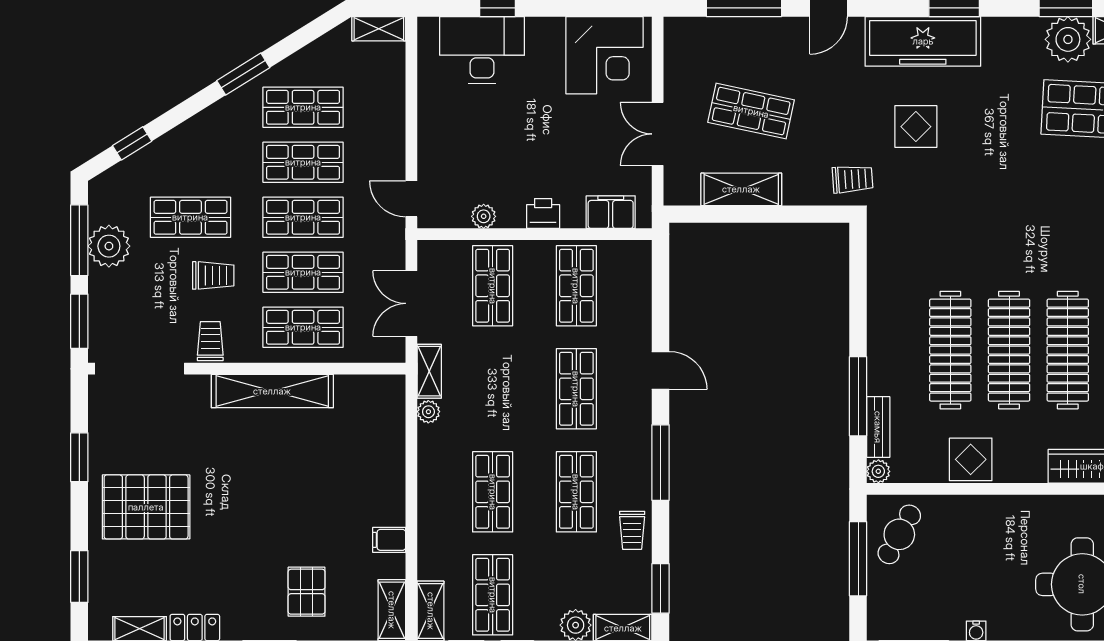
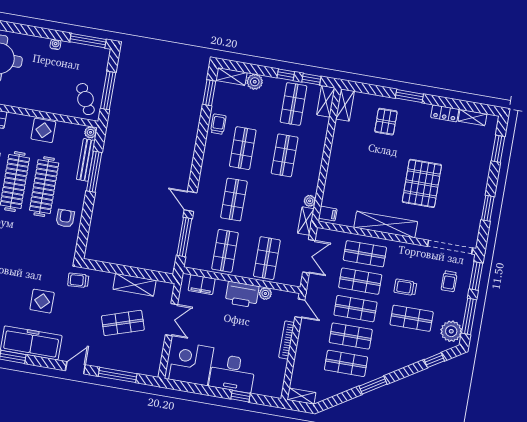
desk: (482, 50) -> (232, 373), moved
shop shelf: (751, 111) -> (123, 323), turned -30
bookcase: (427, 133) -> (287, 340), added
printer: (543, 214) -> (242, 295), width x1.87, depth x1.48
plant: (109, 246) -> (451, 331), moved
armchair: (899, 295) -> (65, 218), added
trolley: (210, 341) -> (449, 281), moved
bench: (878, 427) -> (86, 160), width x1.36
window: (660, 463) -> (184, 237), moved
pallet: (146, 507) -> (422, 183), moved, turned 90
cafe table: (899, 534) -> (85, 99), turned -56
filing cabinet: (389, 540) -> (328, 214), moved

